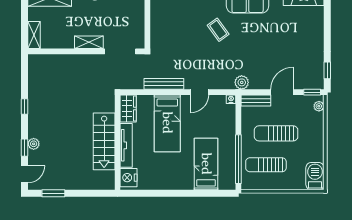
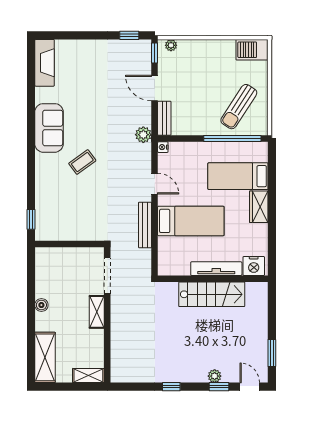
wardrobe: (128, 109) -> (259, 207), moved, turned -90
sun lounger: (276, 133) -> (202, 95), removed
sun lounger: (266, 165) -> (239, 107), turned 33

